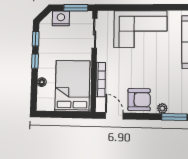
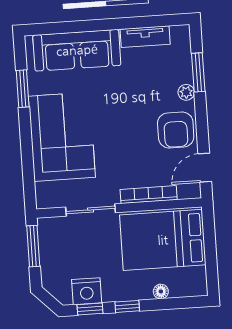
window: (172, 7) -> (23, 89), added
nightstand: (61, 18) -> (87, 291), moved, turned -90
sliding door: (95, 33) -> (91, 210), moved
armchair: (139, 100) -> (176, 130), turned 180

